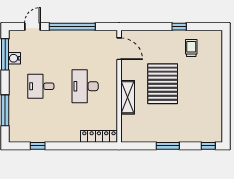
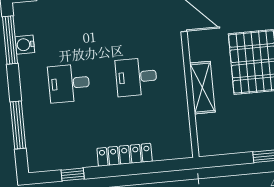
desk: (85, 86) -> (136, 77), width x0.73
locker: (99, 136) -> (125, 155), moved

